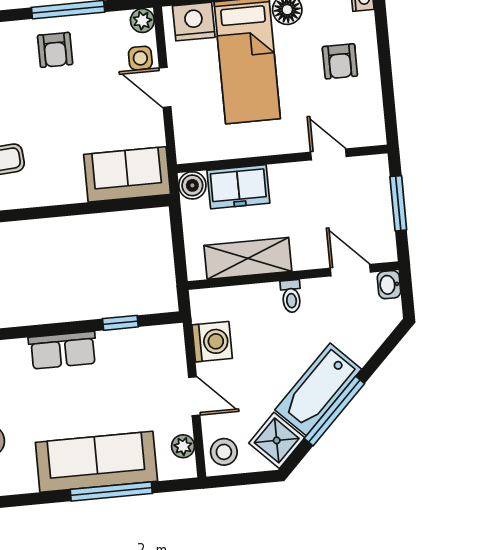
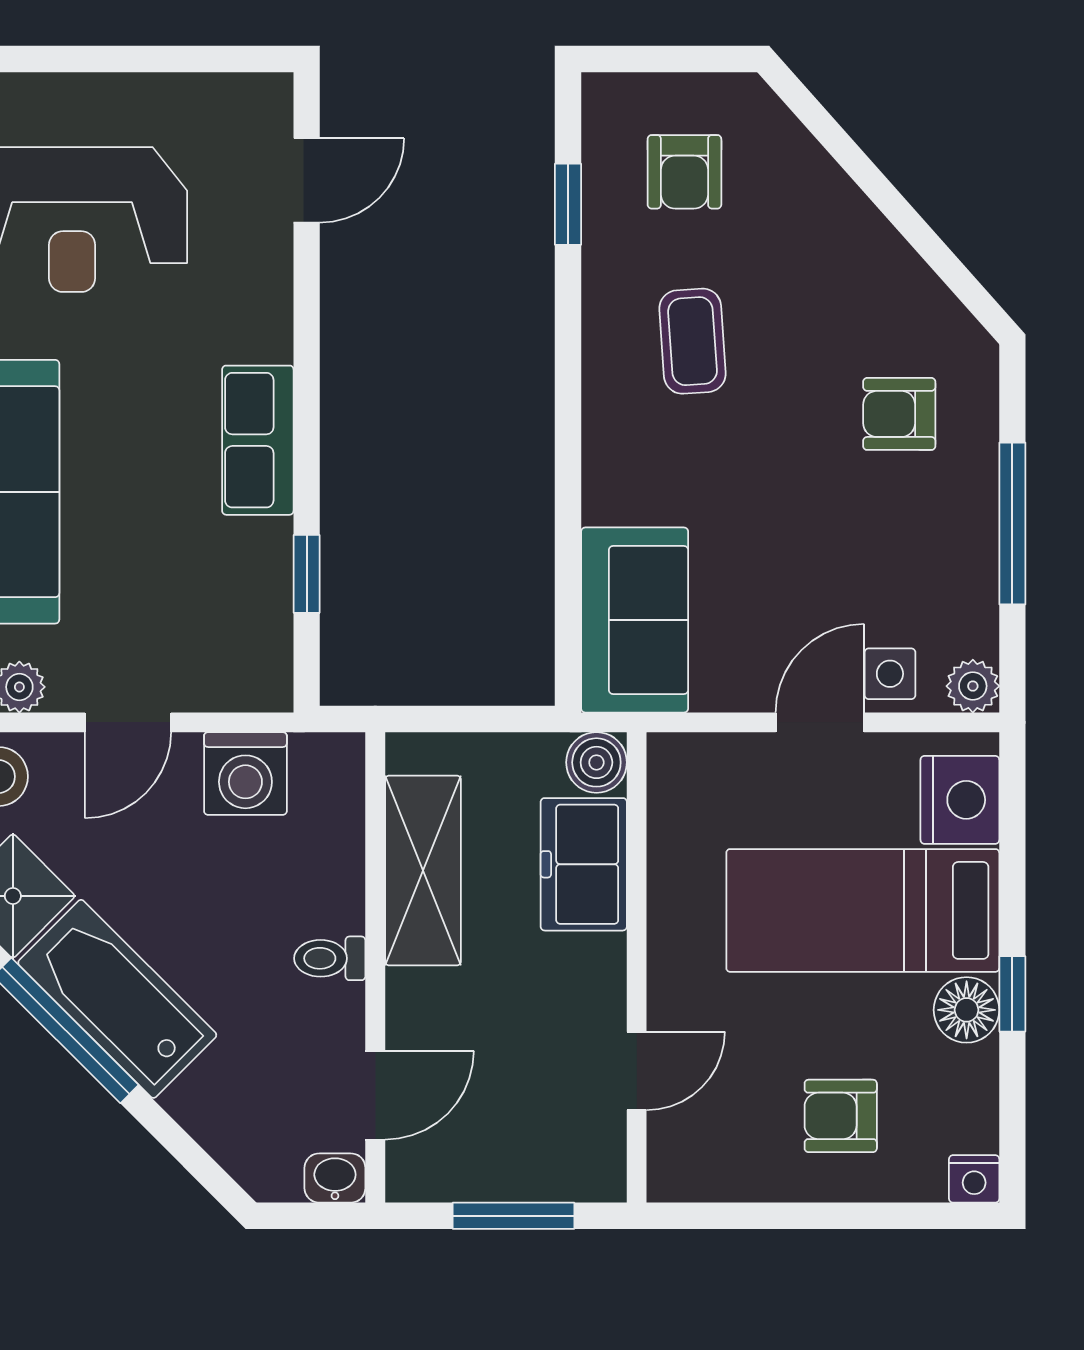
armchair: (55, 50) -> (899, 414), moved

